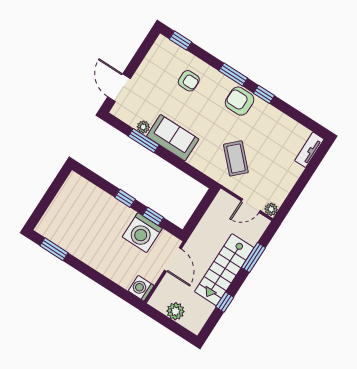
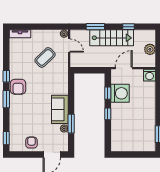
armchair: (189, 81) -> (31, 143), moved
coffee table: (236, 158) -> (45, 57), moved

